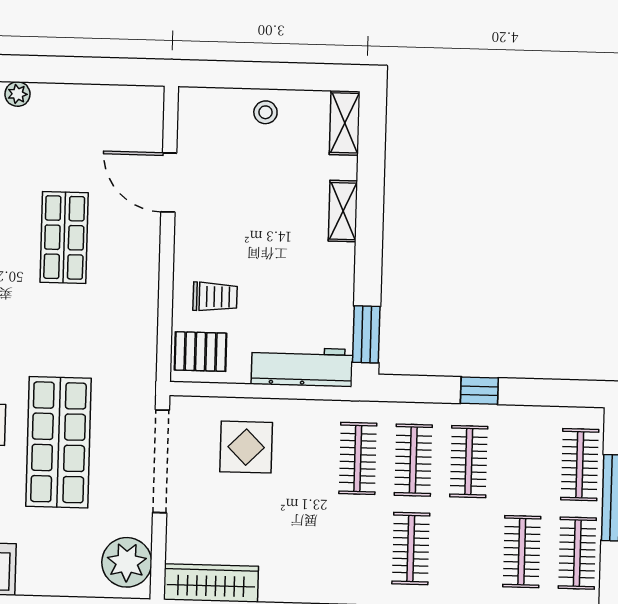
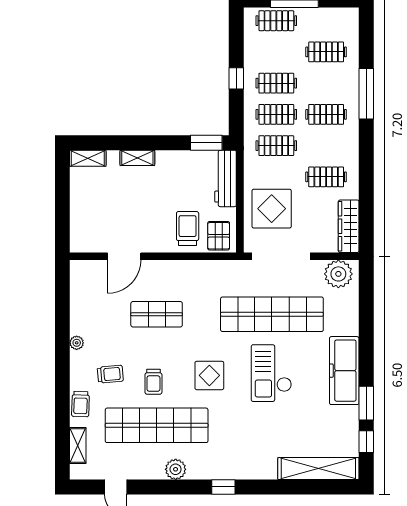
stool: (265, 112) -> (83, 203), removed
trolley: (215, 297) -> (188, 228), width x1.36, depth x1.39
shop shelf: (58, 442) -> (272, 314), width x1.40
display table: (246, 447) -> (272, 209), width x1.36, depth x1.36
clothes rail: (577, 553) -> (326, 177), moved

